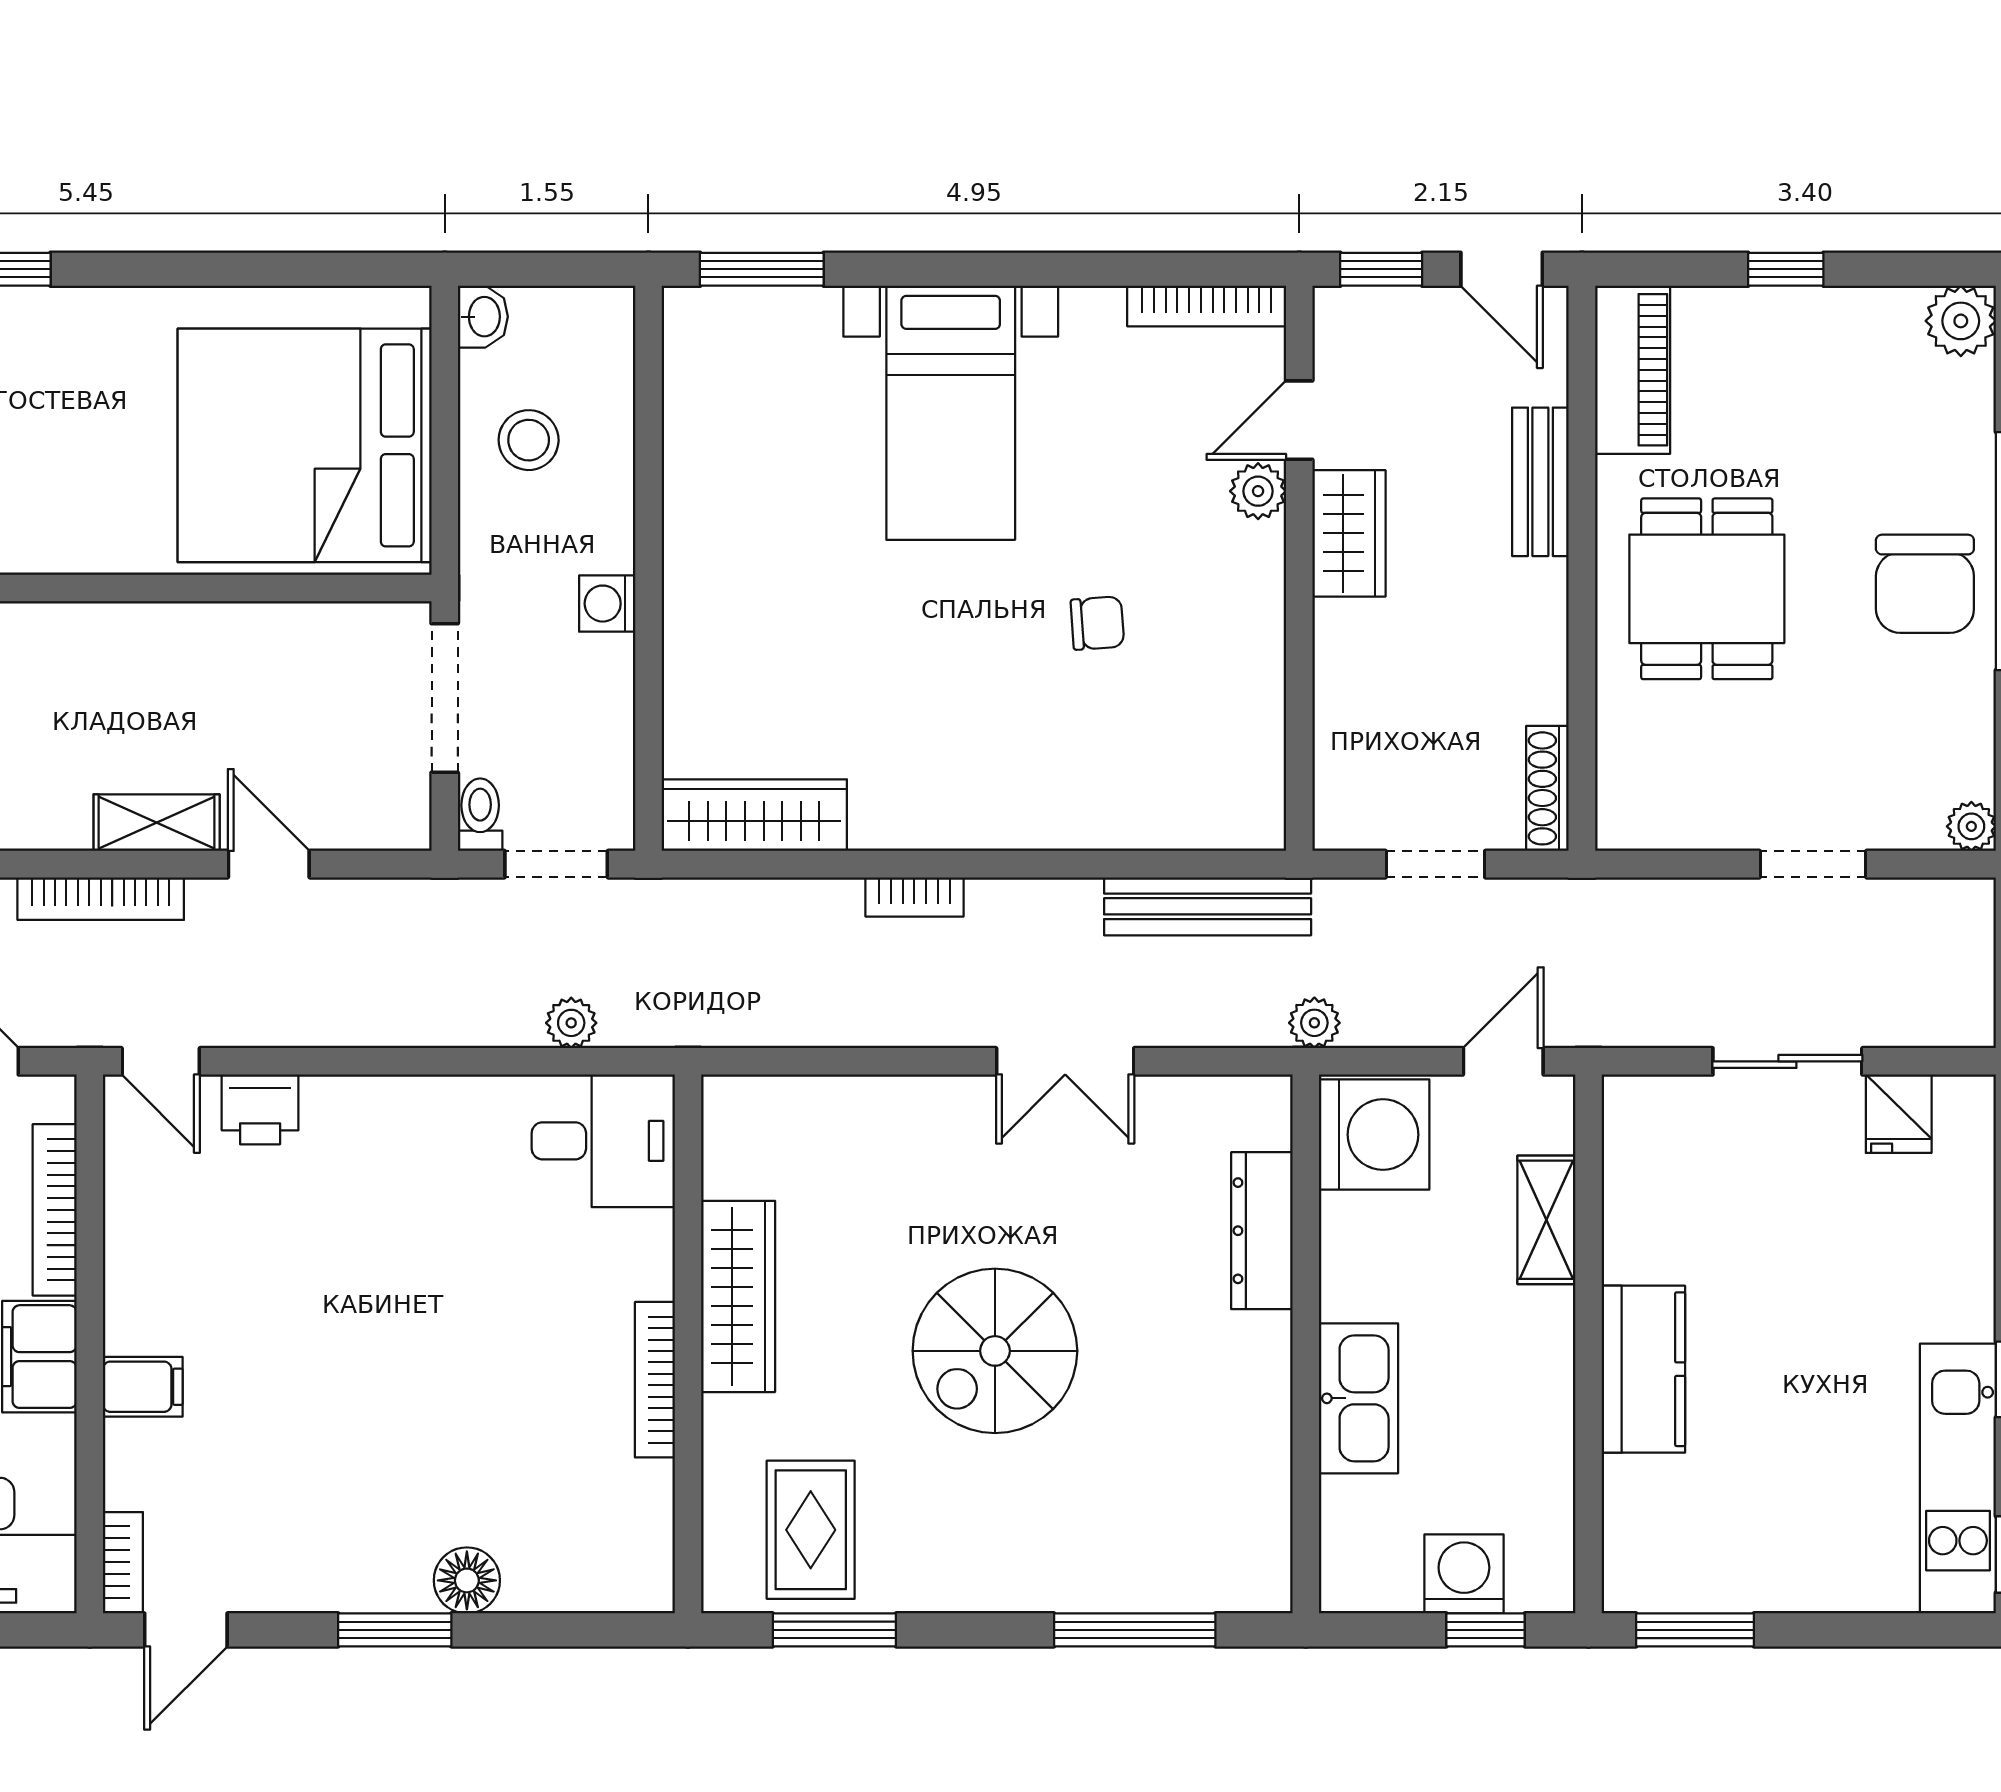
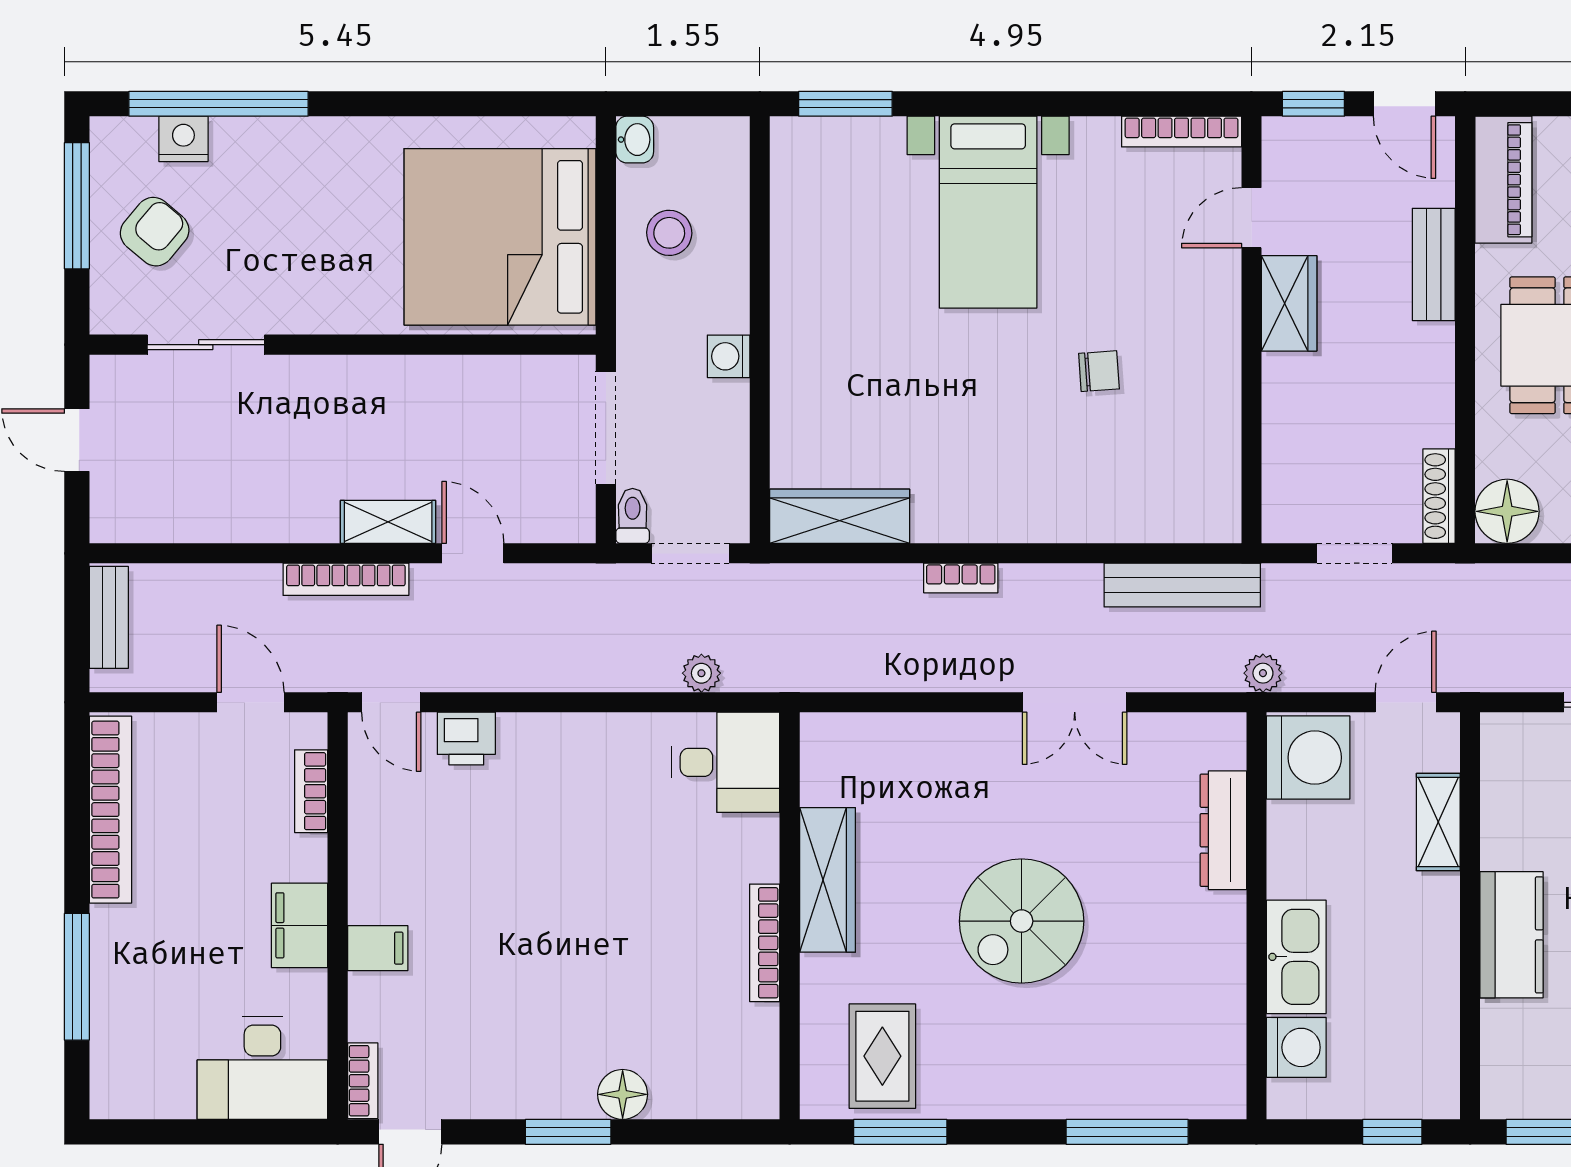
plant: (1258, 491) -> (1220, 271), removed
floor lamp: (1637, 809) -> (1507, 511), added
bookcase: (55, 1210) -> (311, 791), width x0.64
washing machine: (1464, 1574) -> (1296, 1047), moved, turned 90

